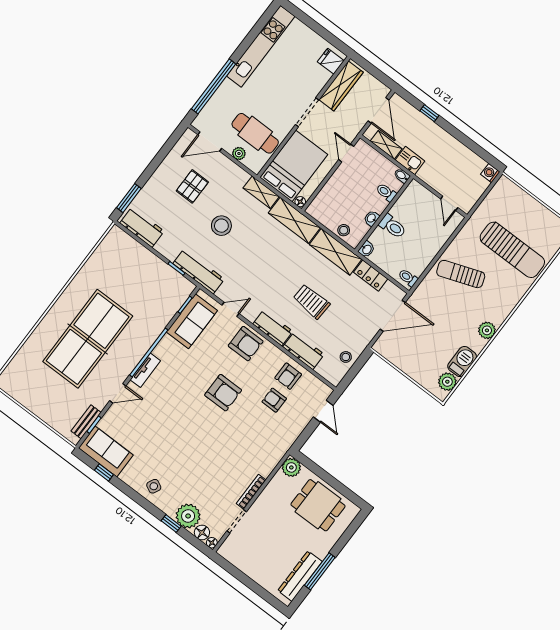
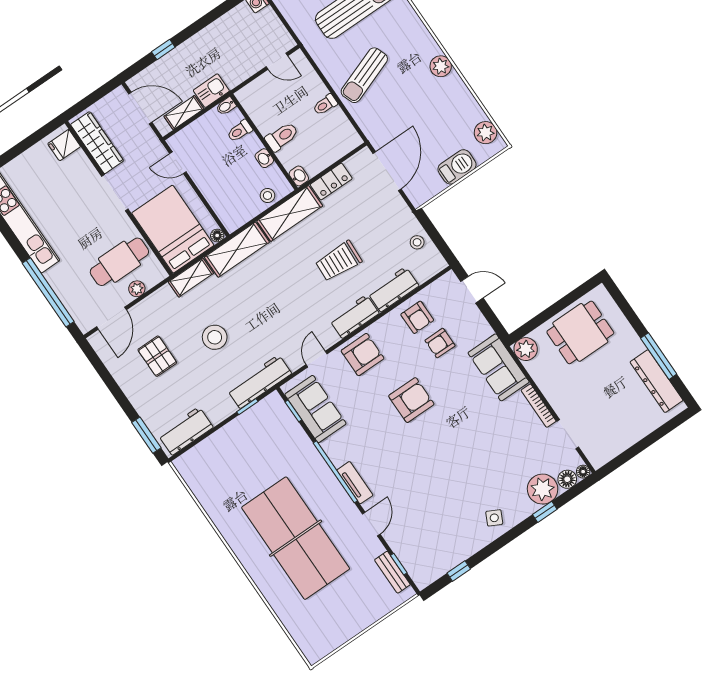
toilet: (408, 278) -> (325, 105), moved
barbecue: (462, 361) -> (457, 167), moved, turned 90
sofa: (106, 451) -> (499, 367), moved, turned -90

